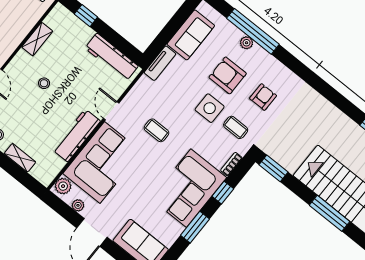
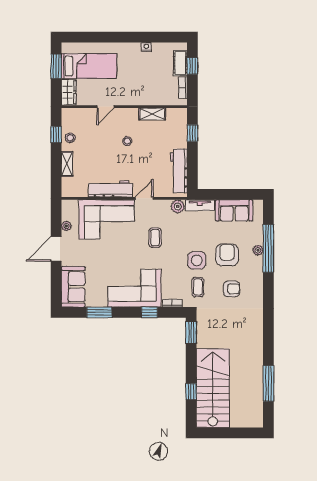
plant: (63, 186) -> (178, 206), moved
window: (329, 213) -> (191, 392), width x0.46
window: (195, 227) -> (99, 312), moved

